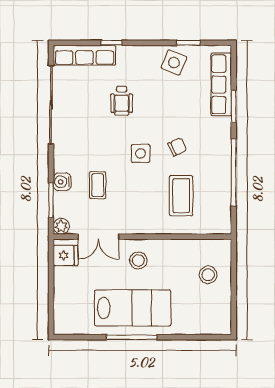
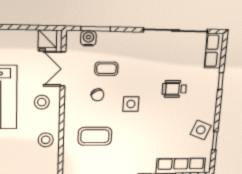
row of seats: (84, 55) -> (214, 51), width x0.68
chair: (177, 147) -> (98, 95), moved
water cooler: (62, 182) -> (88, 38), moved
plant: (61, 226) -> (73, 37), removed
stool: (208, 275) -> (46, 140), moved

